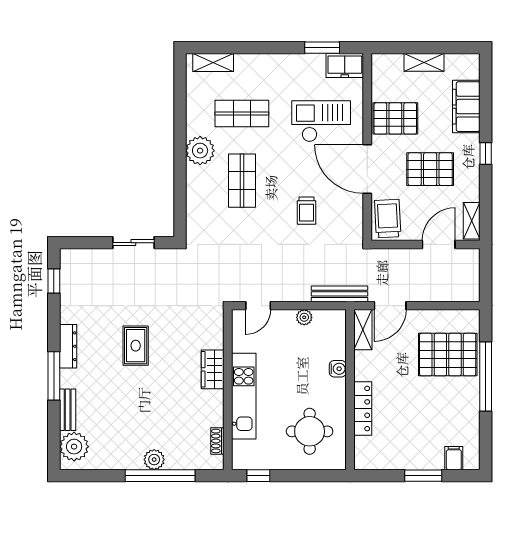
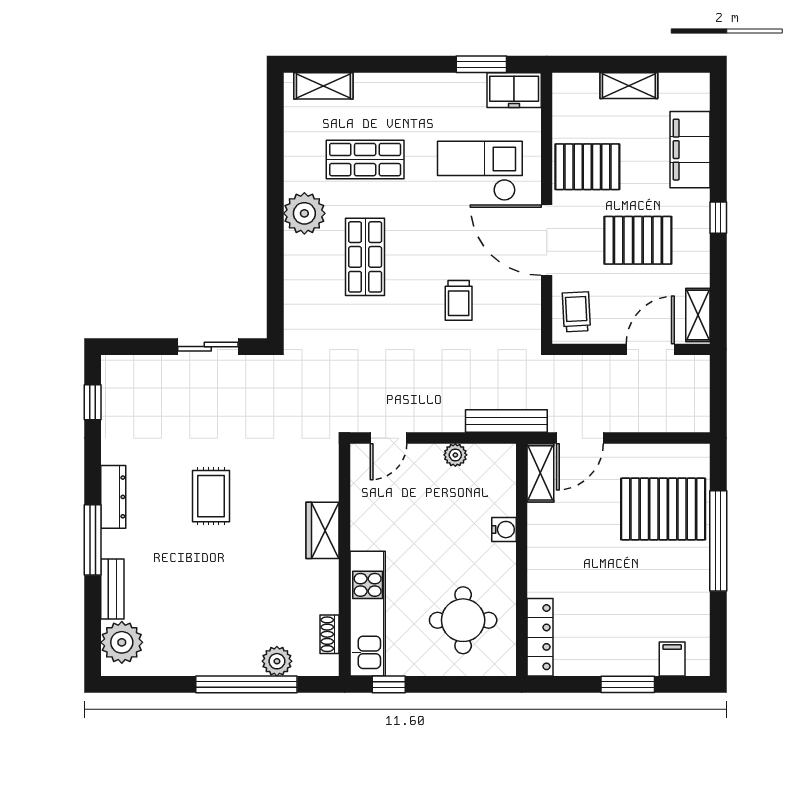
trolley: (388, 219) -> (576, 312), width x0.73, depth x0.72
kitchen unit: (244, 396) -> (368, 614), moved
locker: (363, 409) -> (540, 637), moved
plant: (154, 460) -> (277, 661), moved

